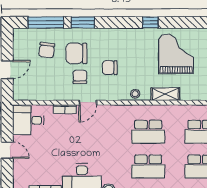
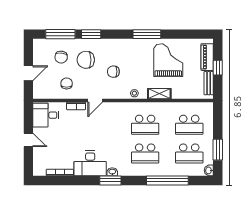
window: (150, 22) -> (147, 34), width x2.17
chair: (80, 77) -> (67, 83), moved

